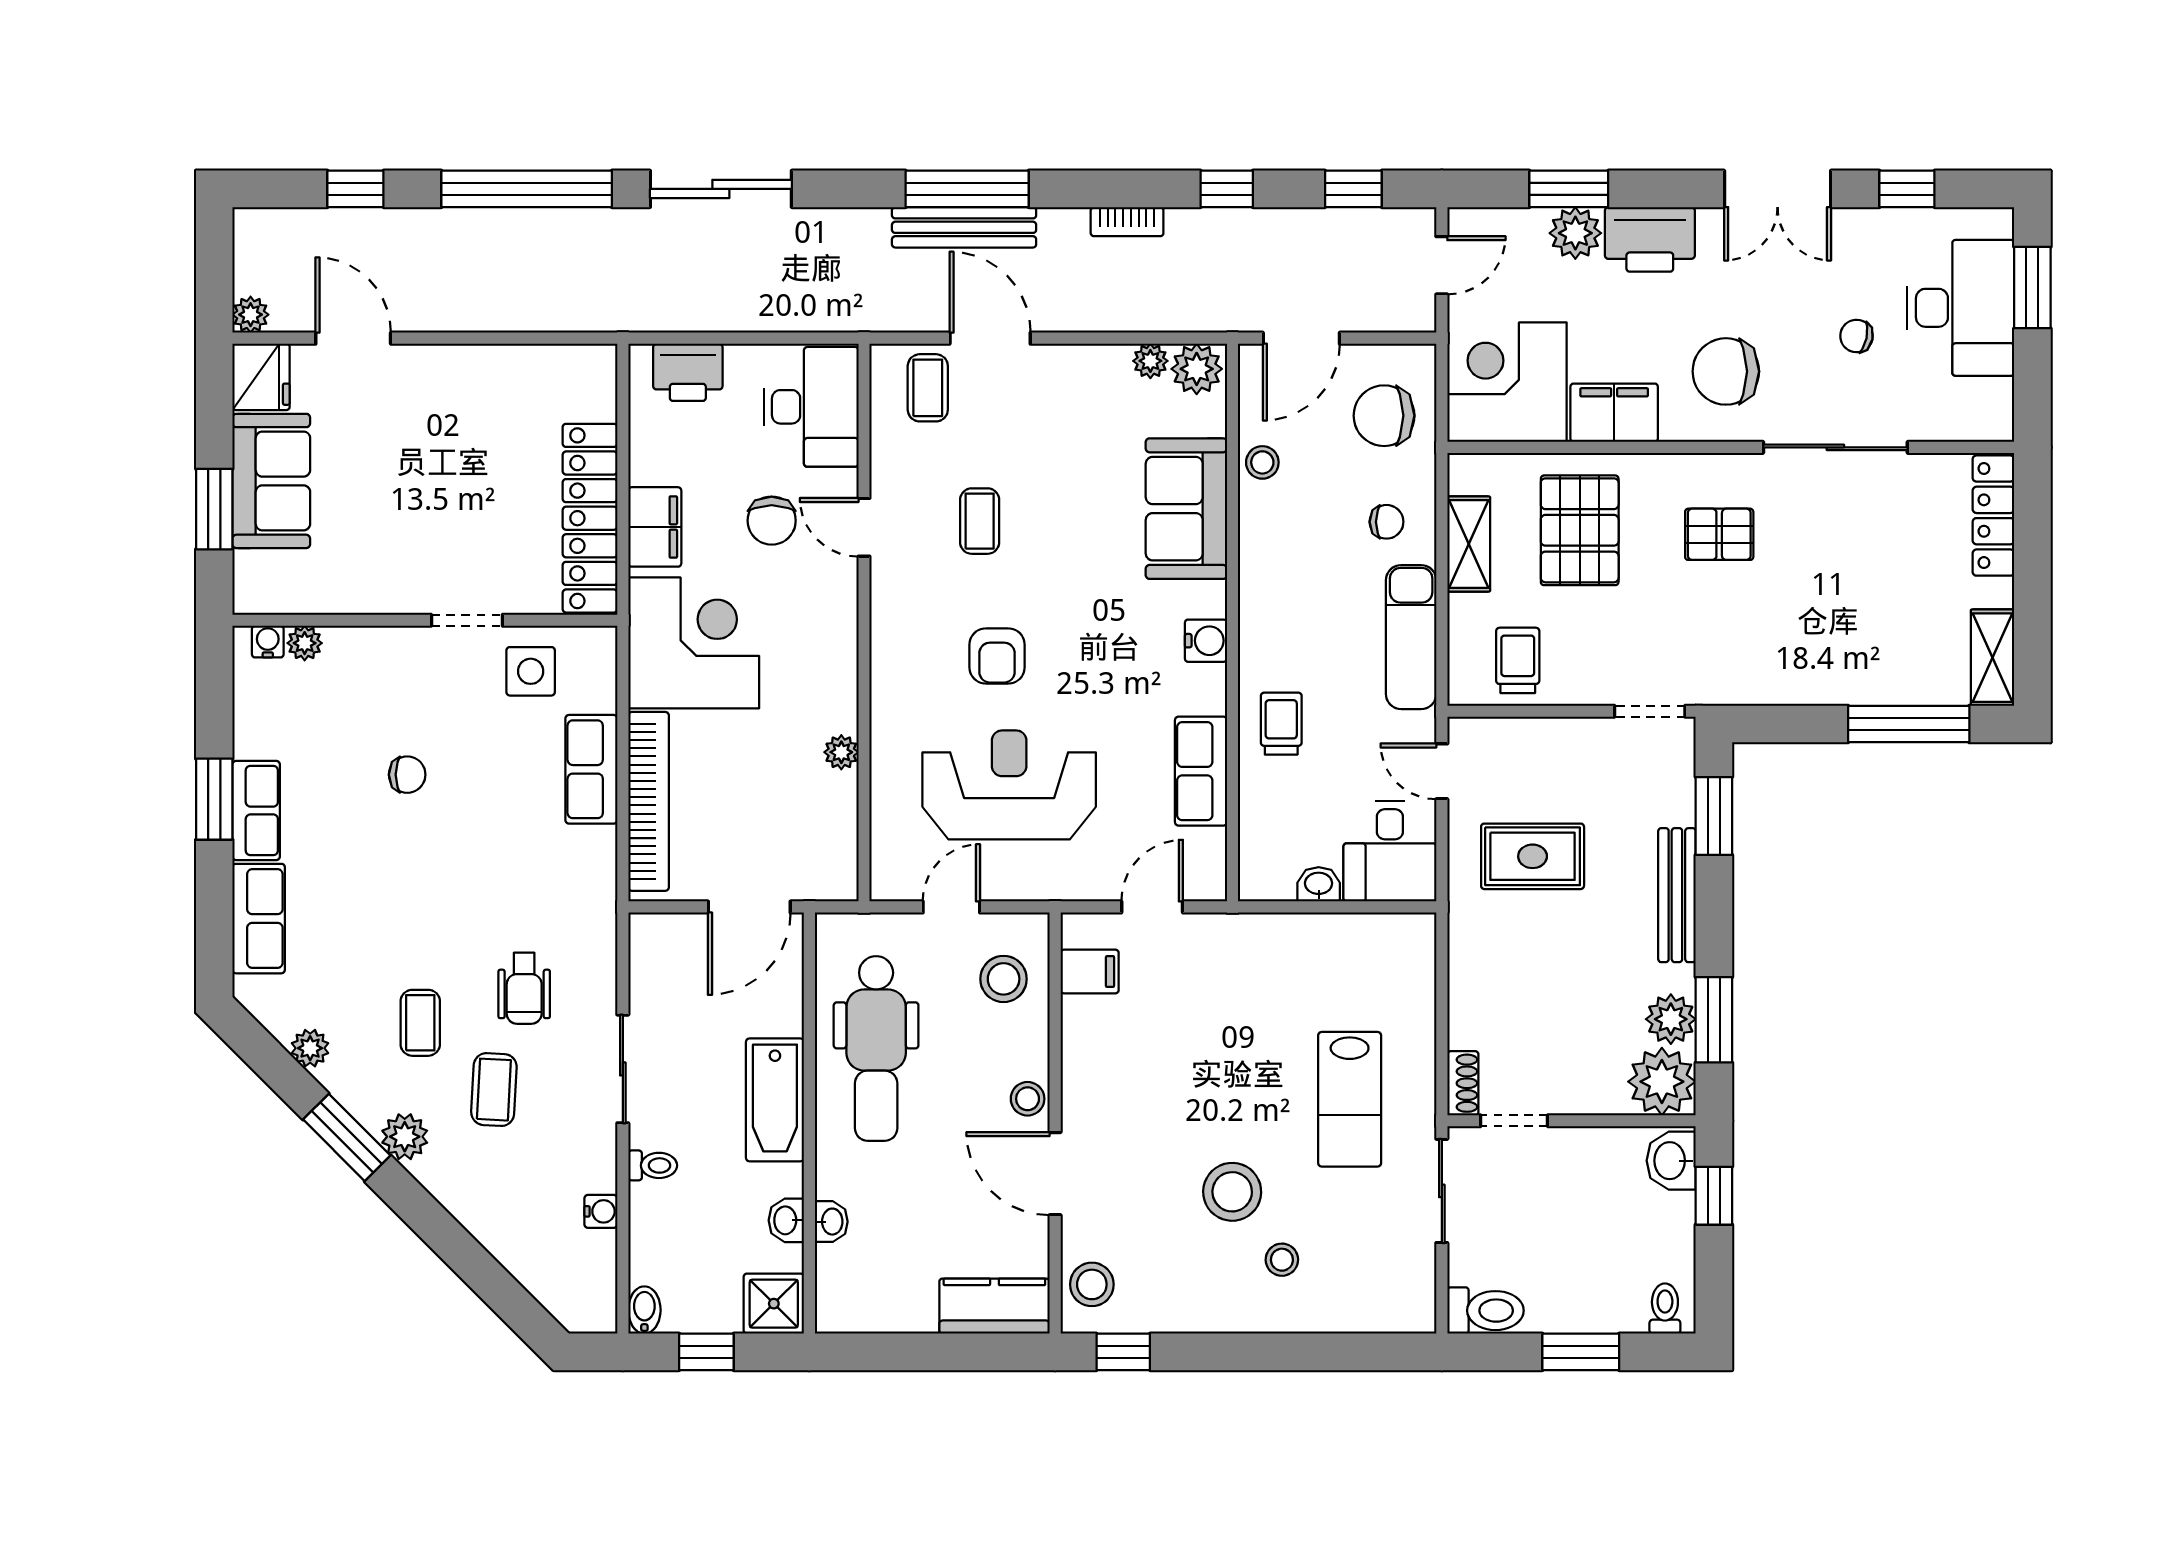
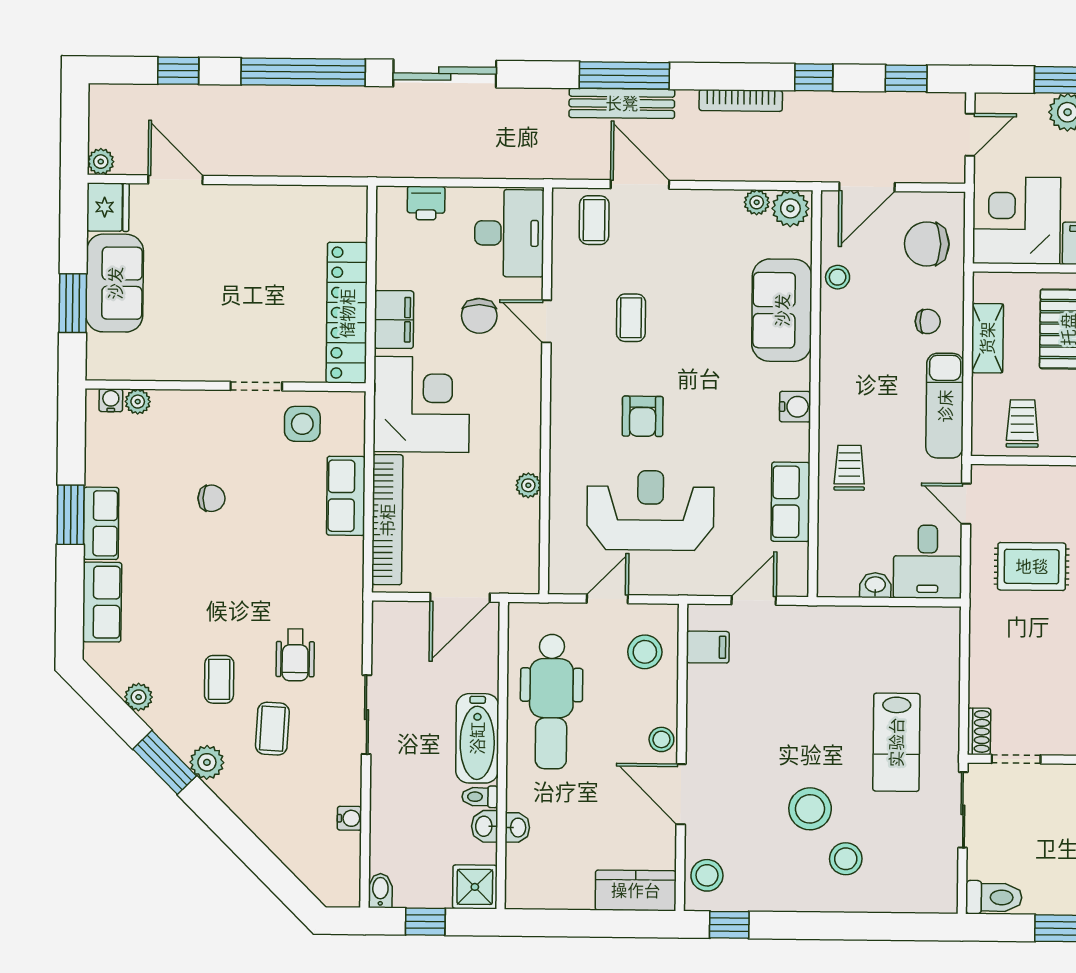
bookcase: (1127, 222) -> (741, 101), width x1.56
printer: (688, 372) -> (426, 203), width x0.73, depth x0.81
toilet: (653, 1165) -> (480, 797), moved, turned 180
stool: (1282, 1260) -> (846, 859), width x1.37, depth x1.37

